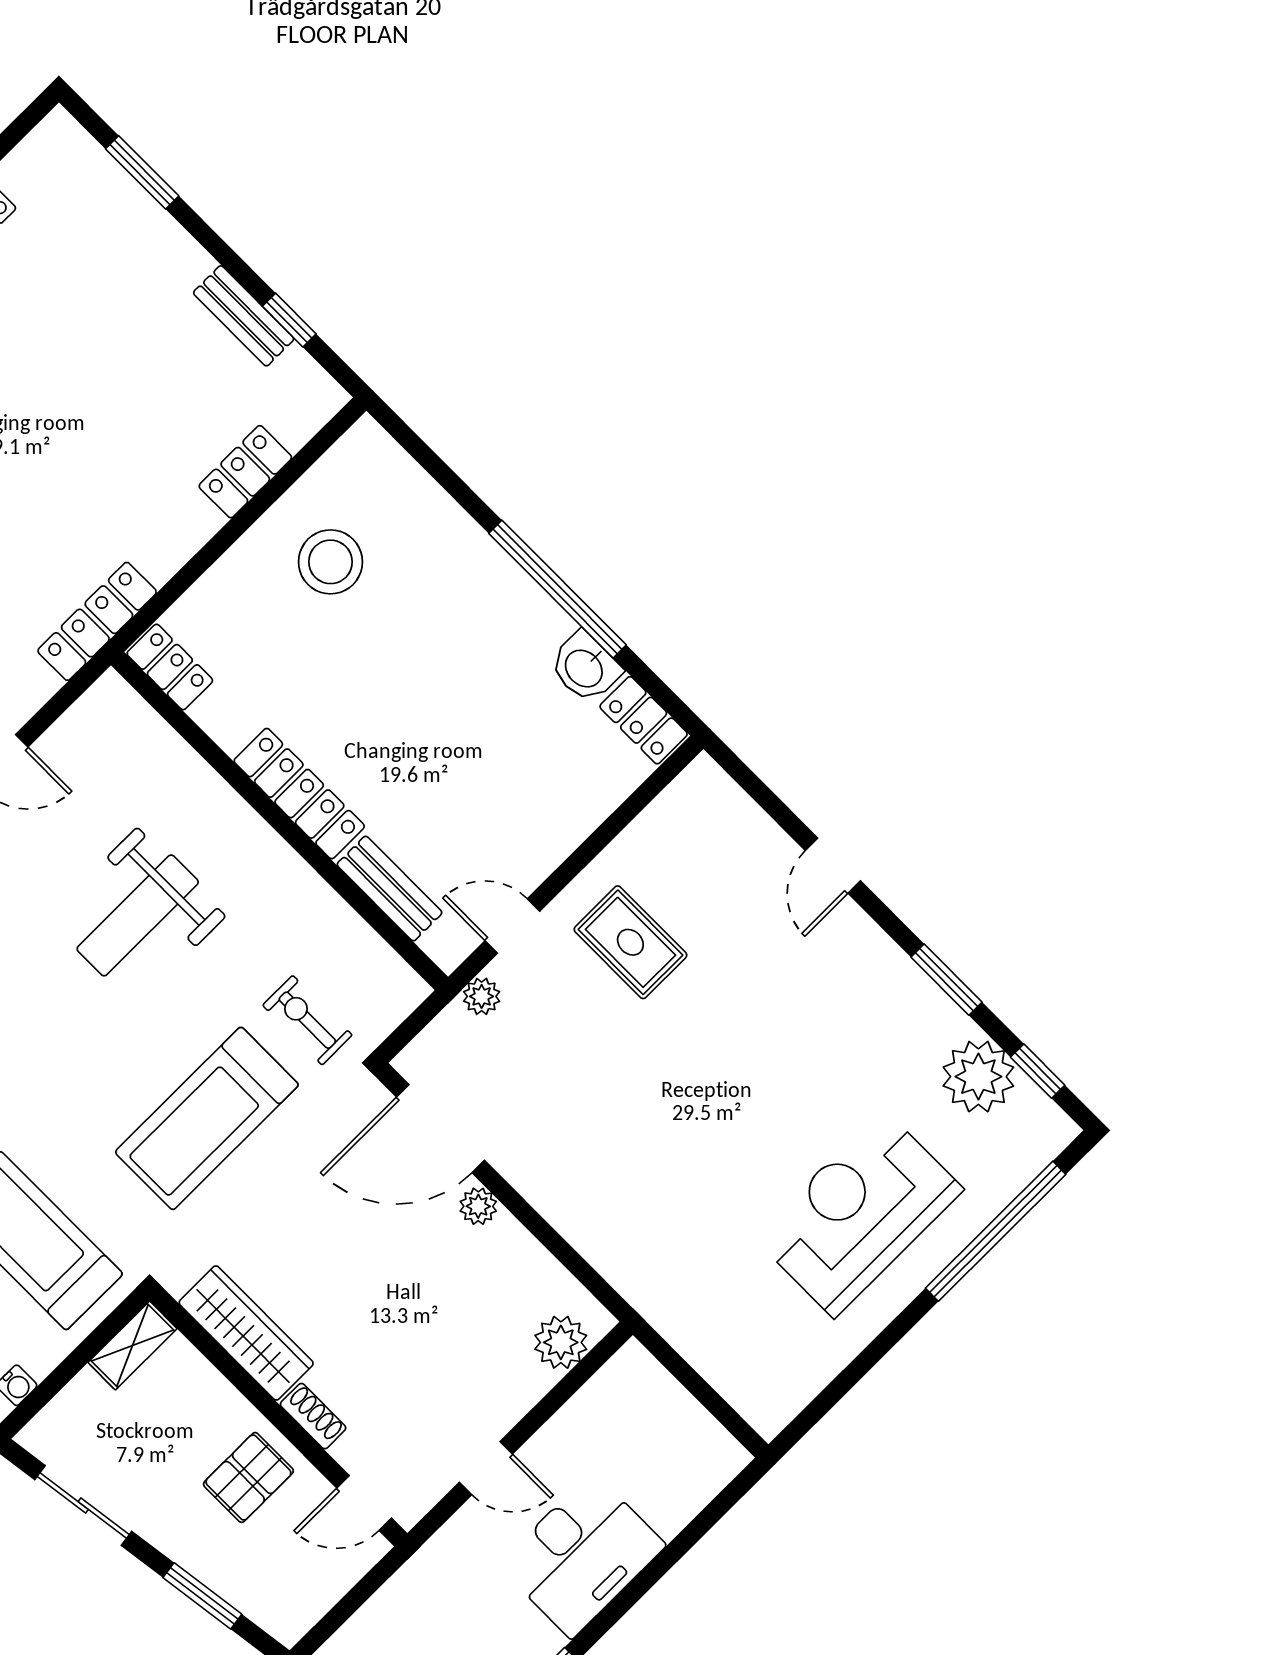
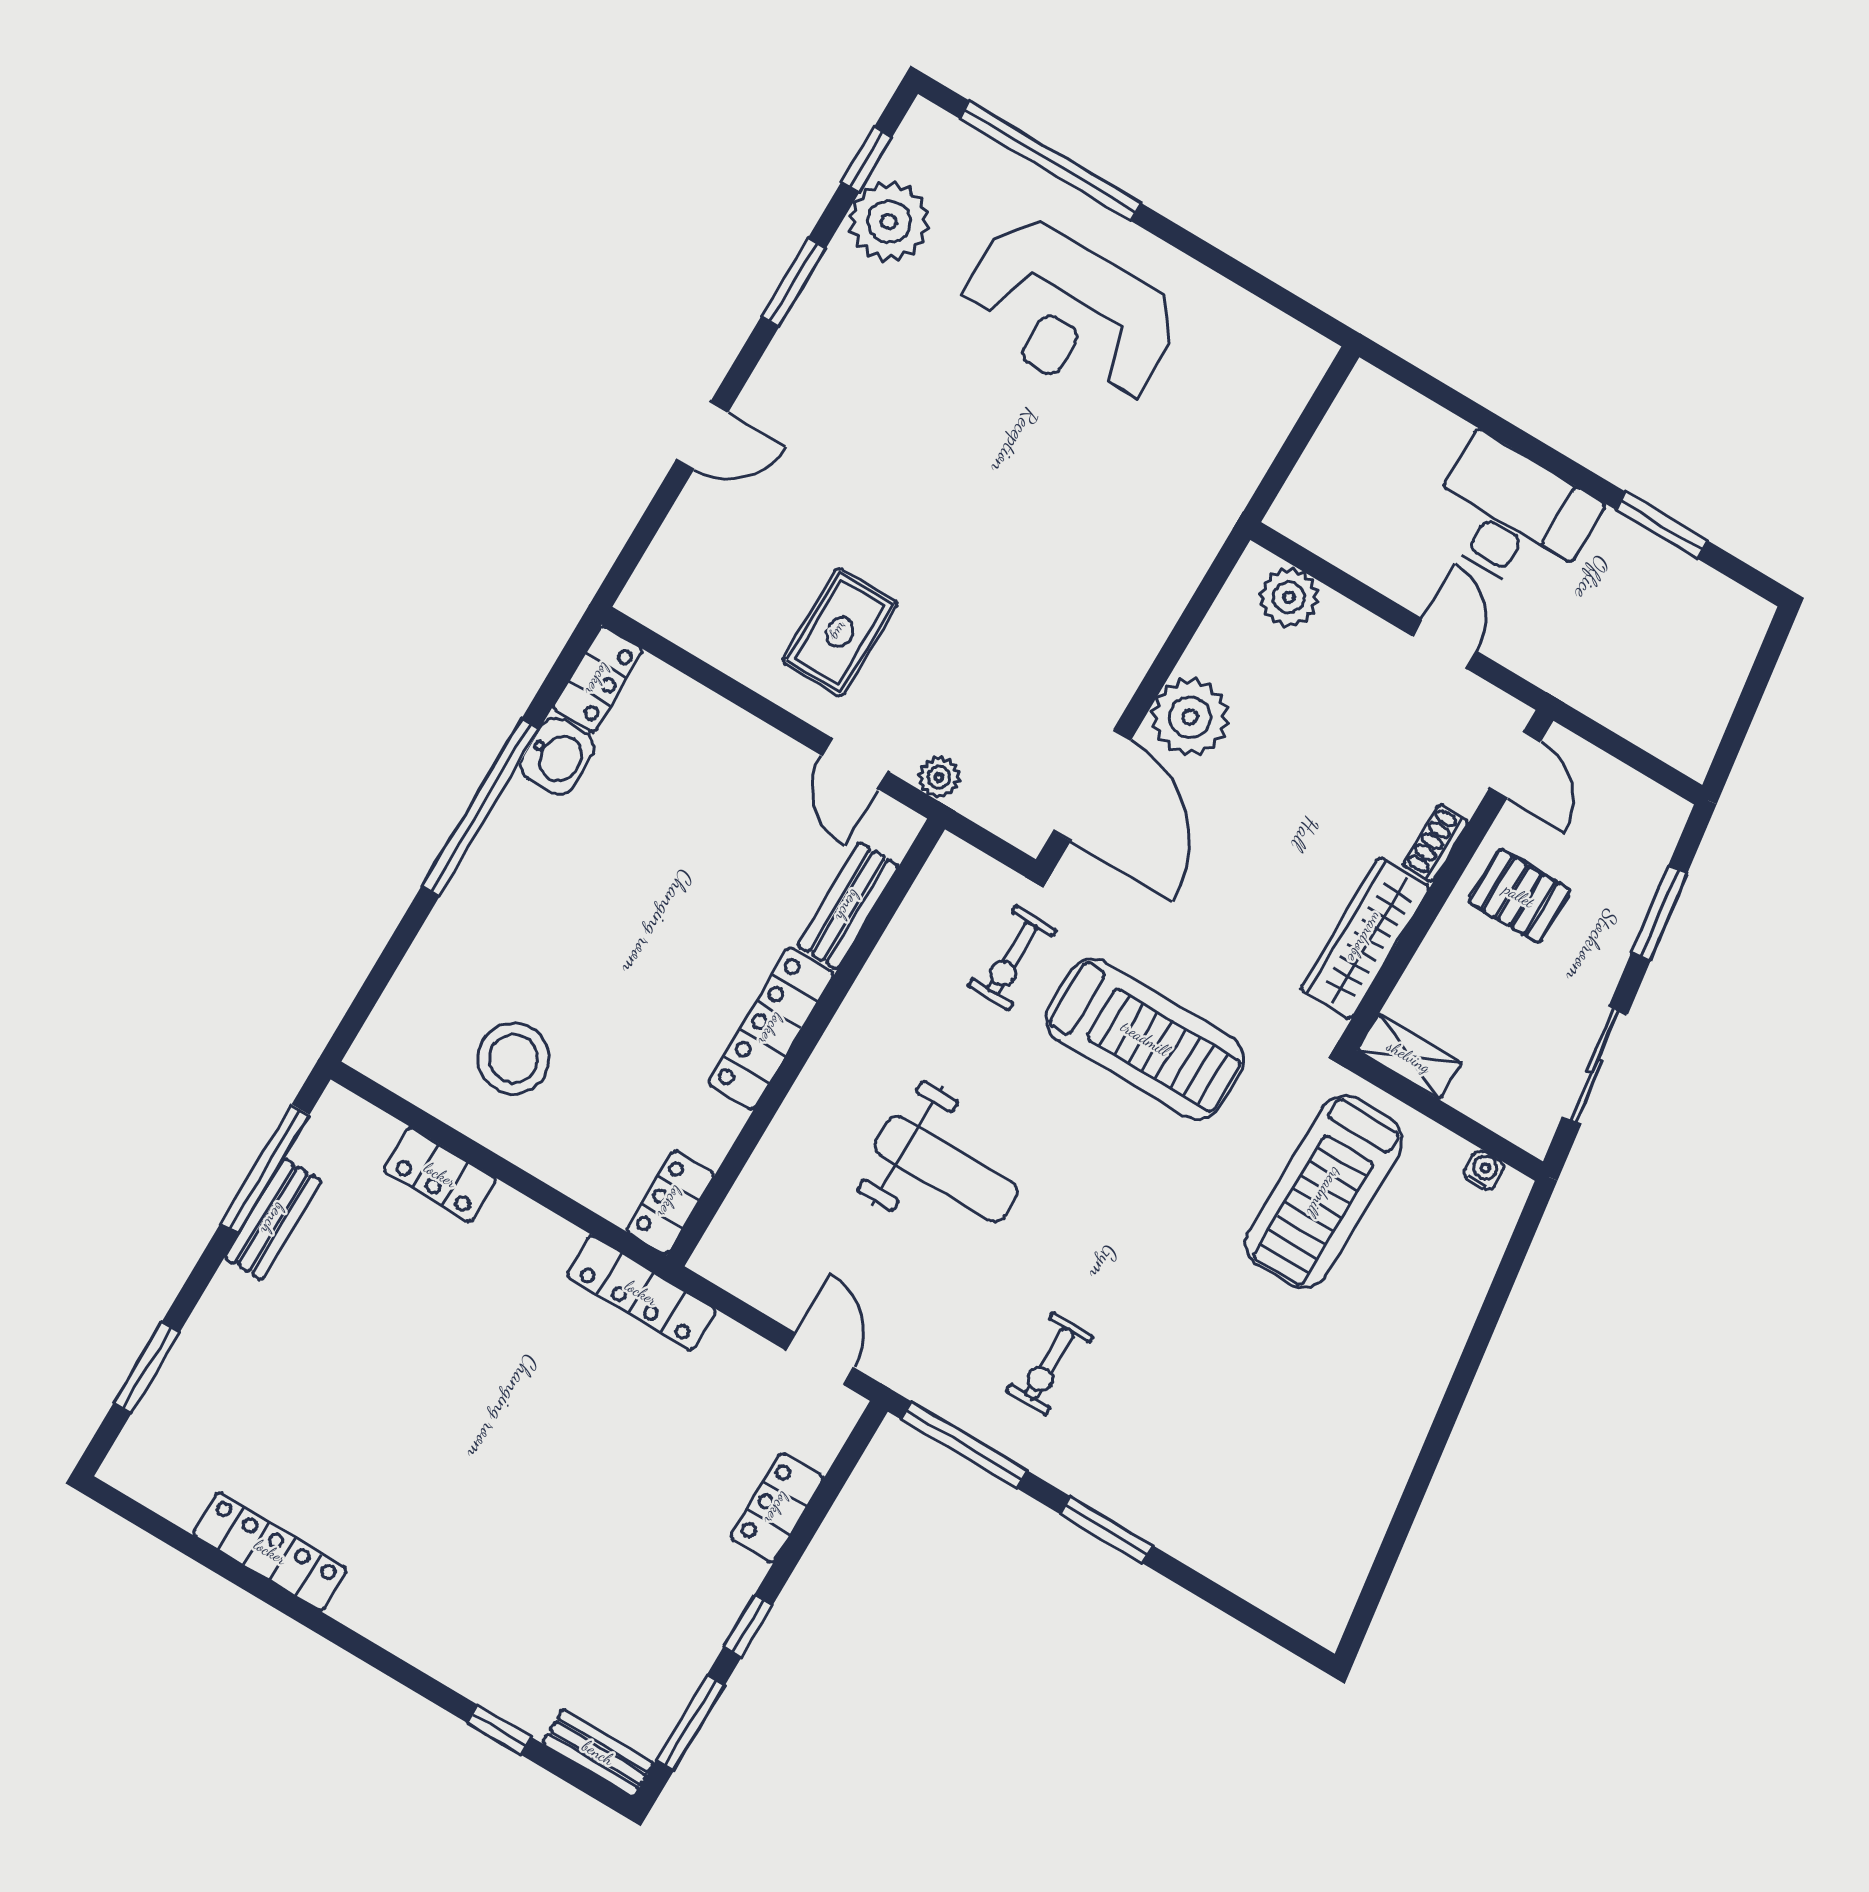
window: (289, 320) -> (265, 1169), width x2.17
plant: (478, 1206) -> (1190, 717), width x1.88, depth x1.88

